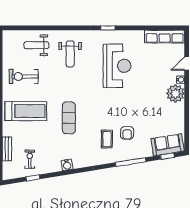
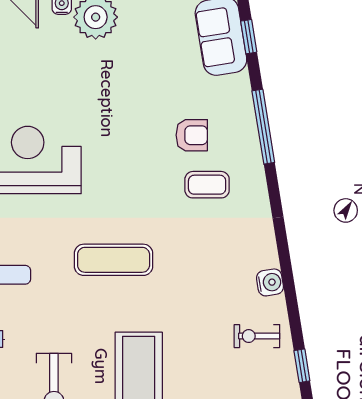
exercise mat: (69, 118) -> (114, 260), moved
exercise bike: (30, 159) -> (257, 336), moved

